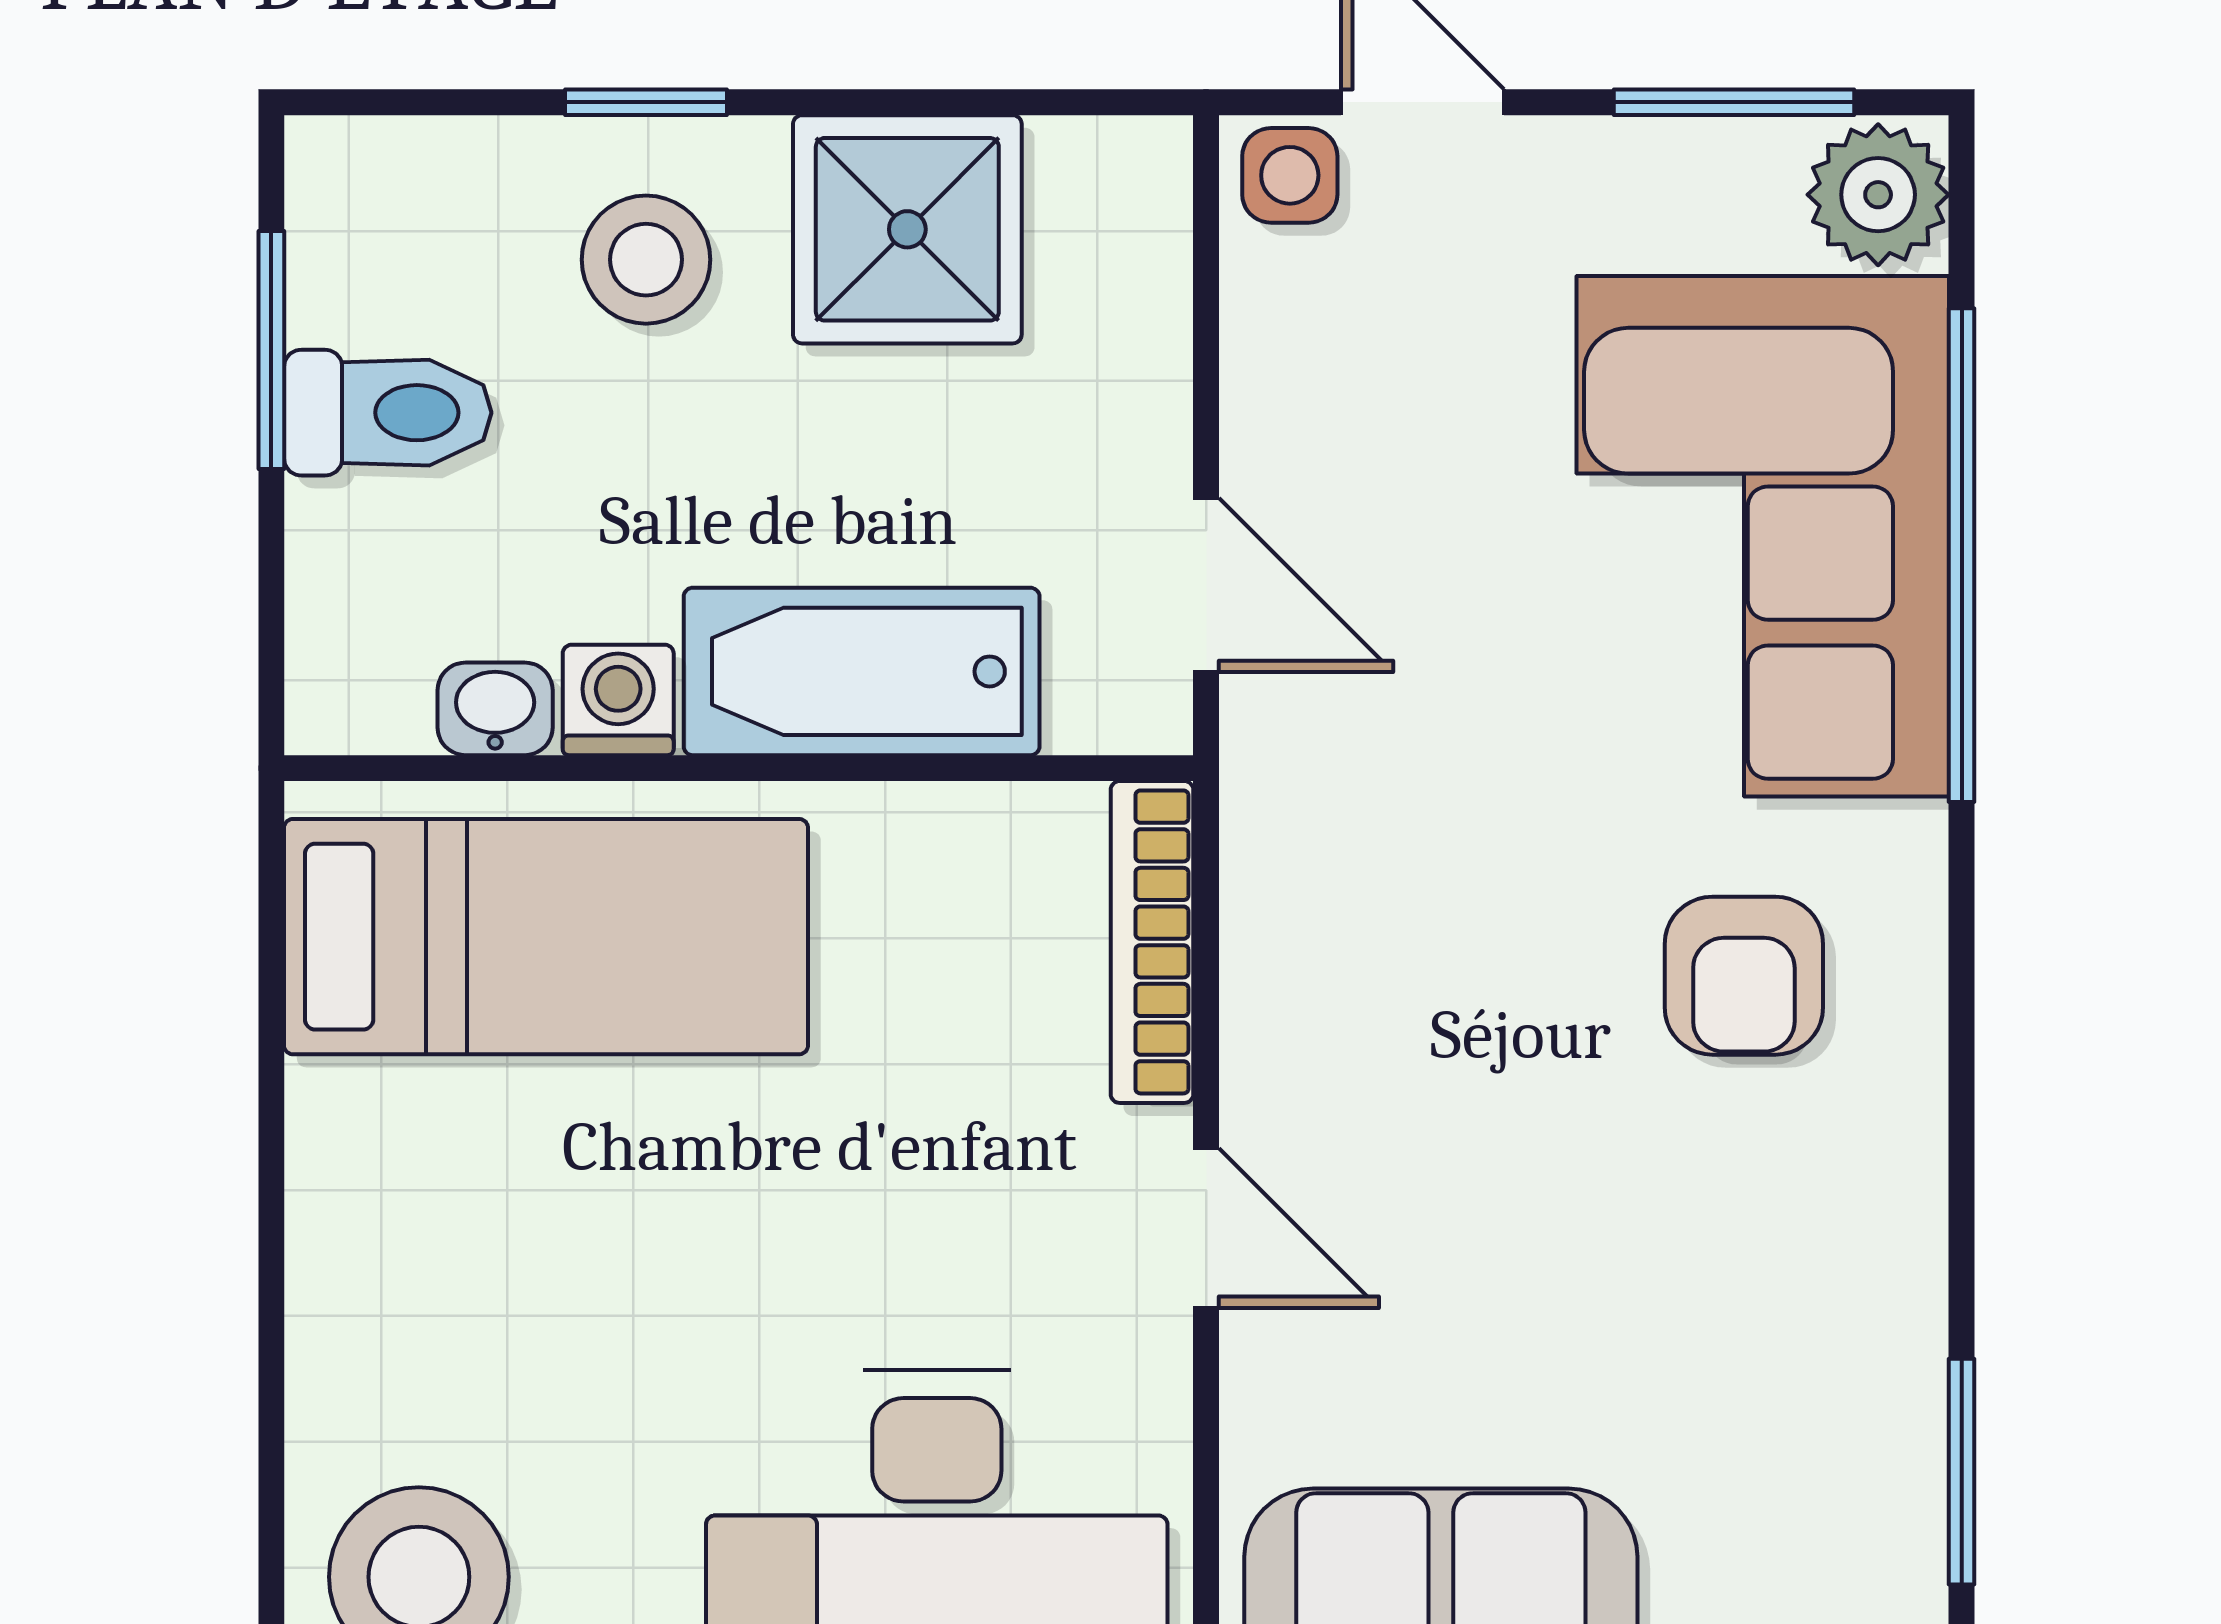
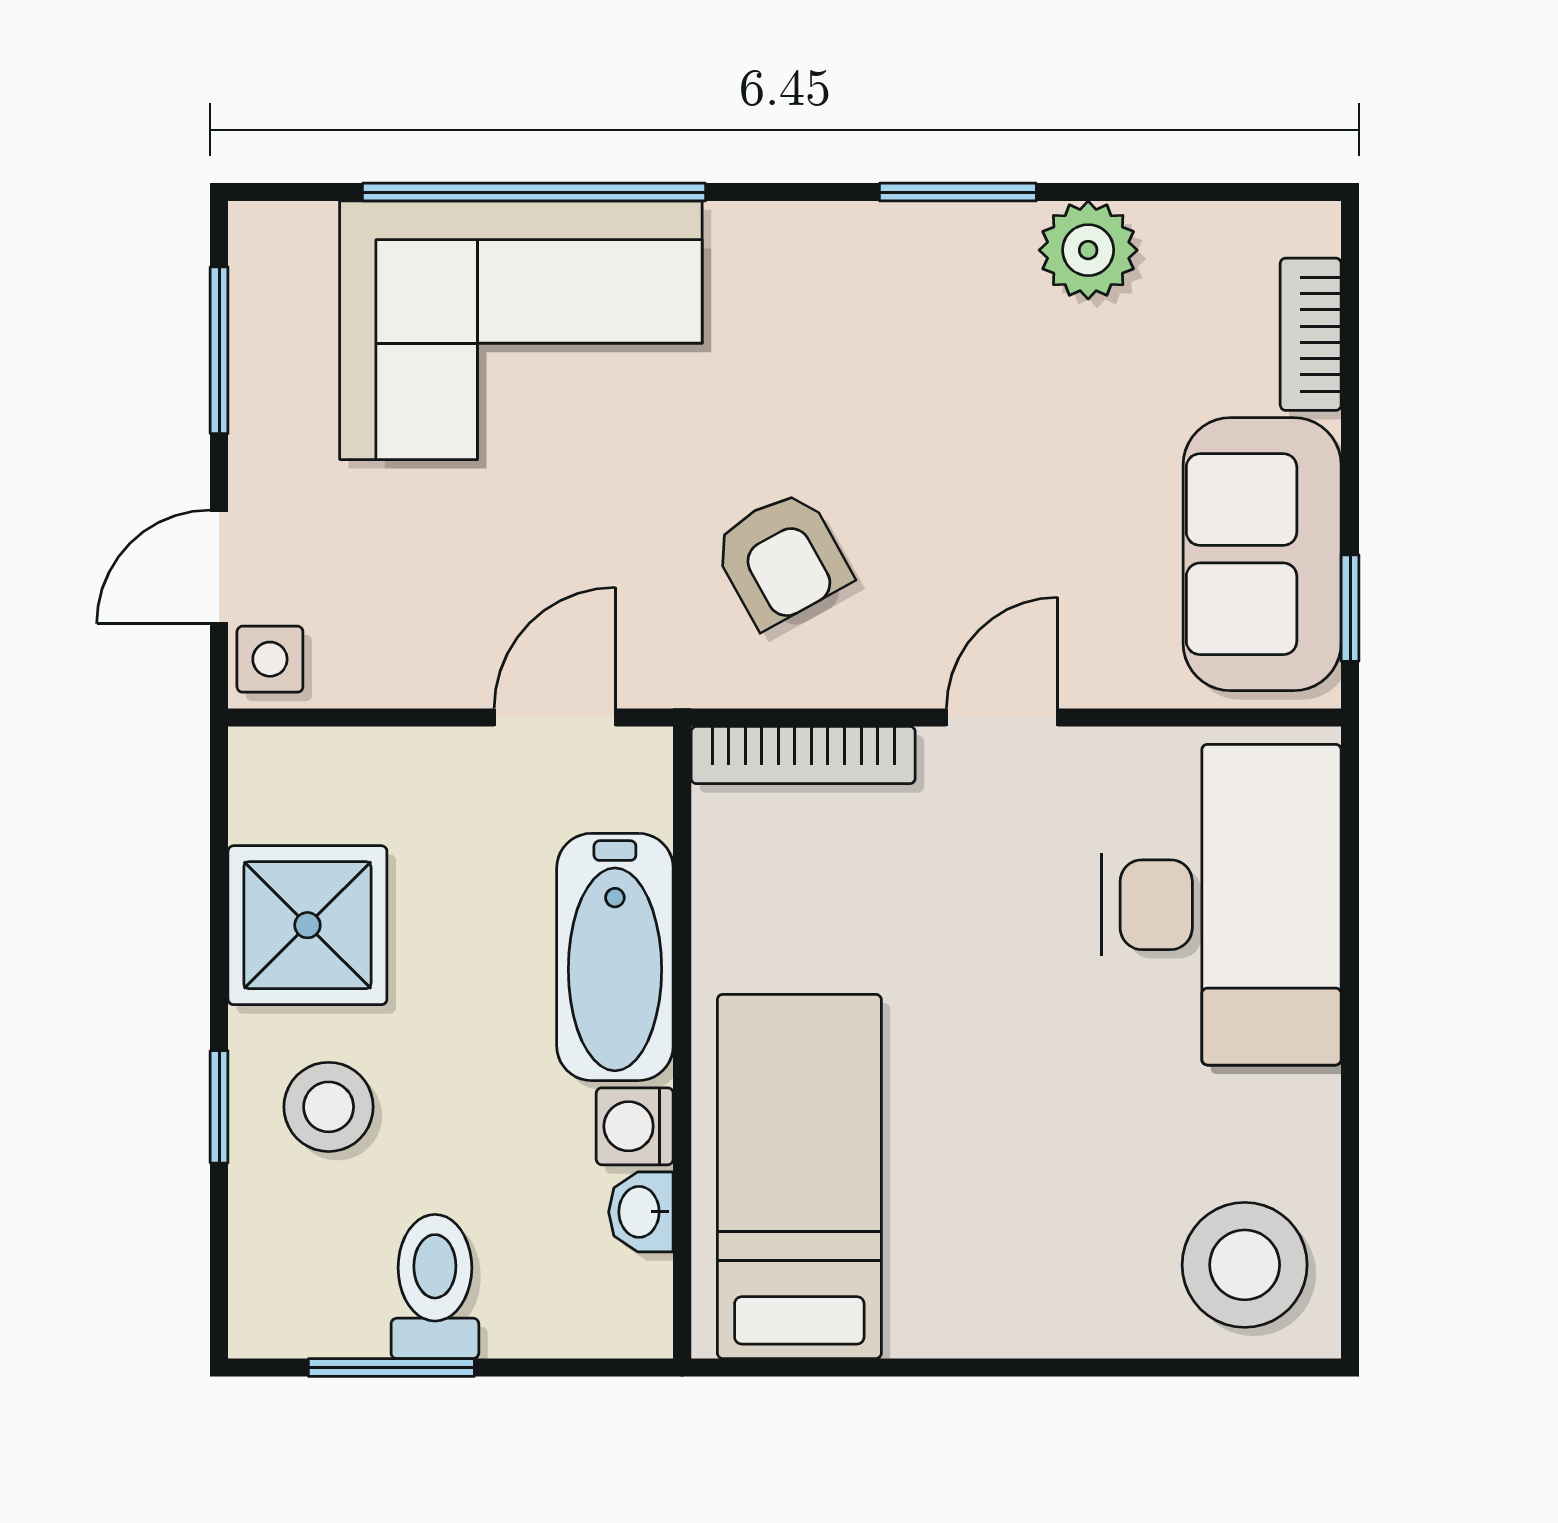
plant: (1878, 195) -> (1088, 250), moved
armchair: (1744, 976) -> (781, 559), moved, turned 61
window: (1962, 1472) -> (958, 192), moved

